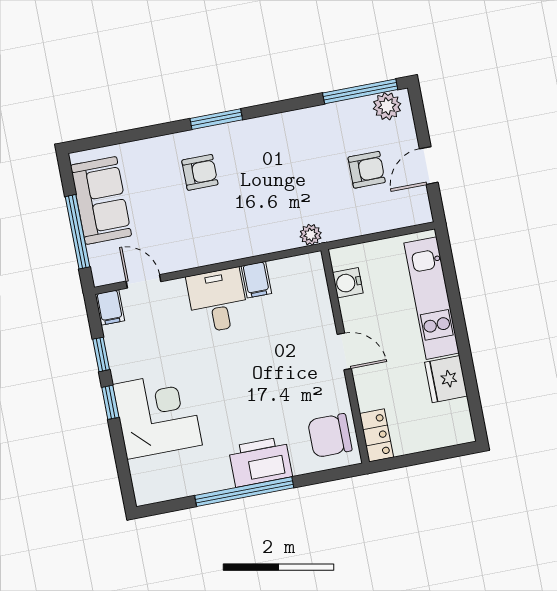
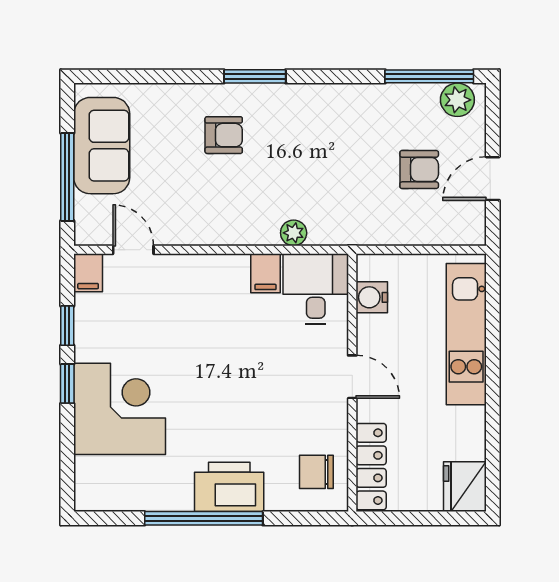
plant: (311, 235) -> (294, 233), moved
desk: (218, 300) -> (316, 289), moved
fridge: (446, 379) -> (465, 486), moved
locker: (377, 435) -> (371, 467), width x1.53
chair: (330, 436) -> (316, 472), width x0.73, depth x0.73

